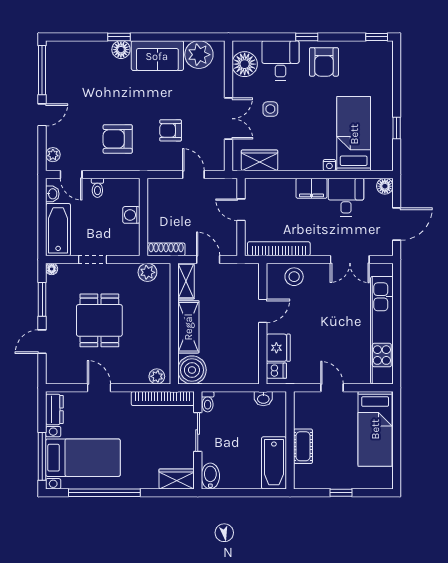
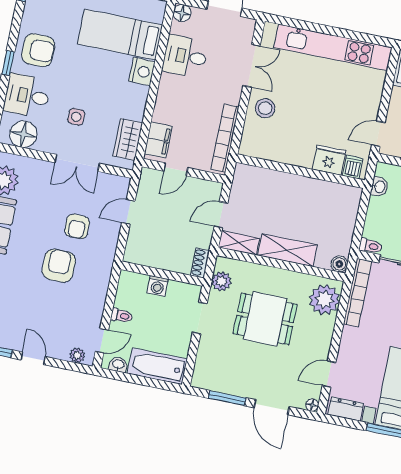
double door: (228, 119) -> (77, 163), swing flipped
armchair: (118, 139) -> (59, 266), moved, turned 180
nightstand: (329, 165) -> (142, 71), width x1.89, depth x1.79
filing cabinet: (312, 188) -> (158, 140), moved
shoe rack: (166, 249) -> (200, 263), width x0.70
doorway: (93, 259) -> (200, 318), moved
floor lamp: (52, 269) -> (312, 405), moved
stool: (294, 277) -> (265, 108), moved
door: (263, 311) -> (287, 168), removed
dining table: (99, 320) -> (265, 319), moved
door: (42, 342) -> (272, 407), width x1.38
boiler: (192, 370) -> (339, 264), width x0.54, depth x0.54
plant: (157, 376) -> (324, 300), width x1.87, depth x1.87
door: (99, 388) -> (329, 374), moved
door: (332, 388) -> (378, 134), moved

